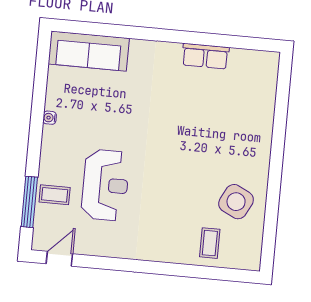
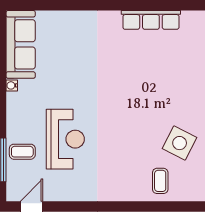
sofa: (89, 51) -> (21, 44), moved, turned -90
row of seats: (205, 56) -> (151, 20), width x1.48

